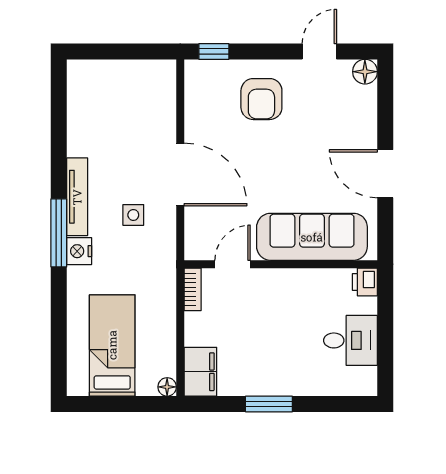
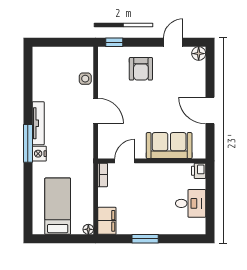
door: (180, 174) -> (96, 111), width x0.73
side table: (133, 215) -> (85, 79), moved
sofa: (312, 237) -> (169, 146), width x0.73

